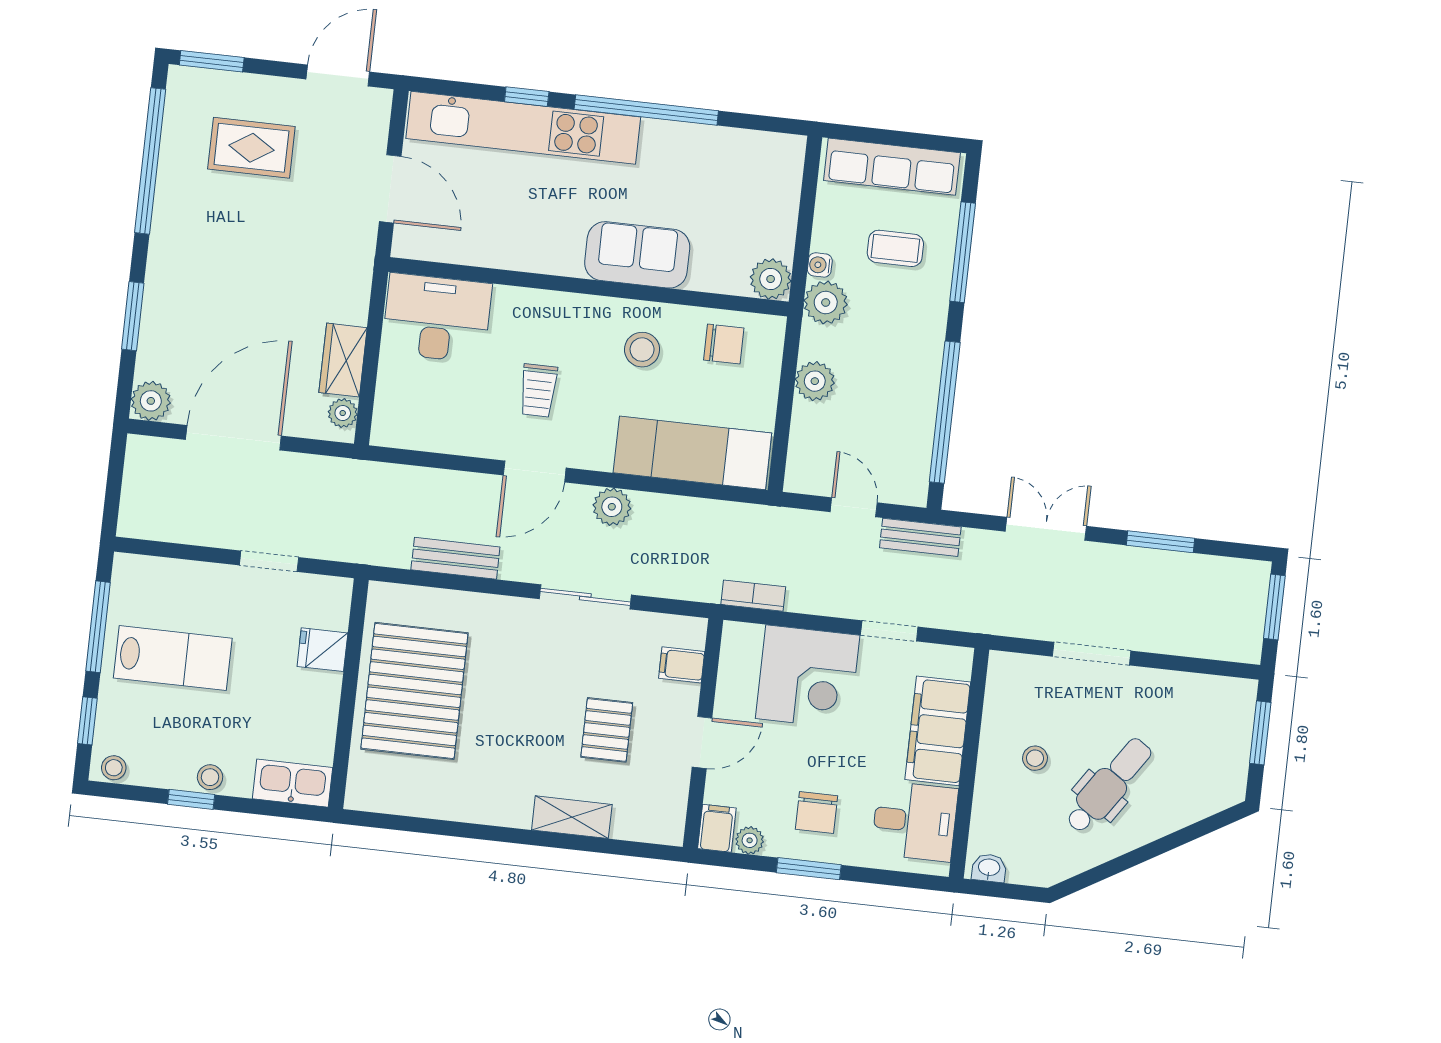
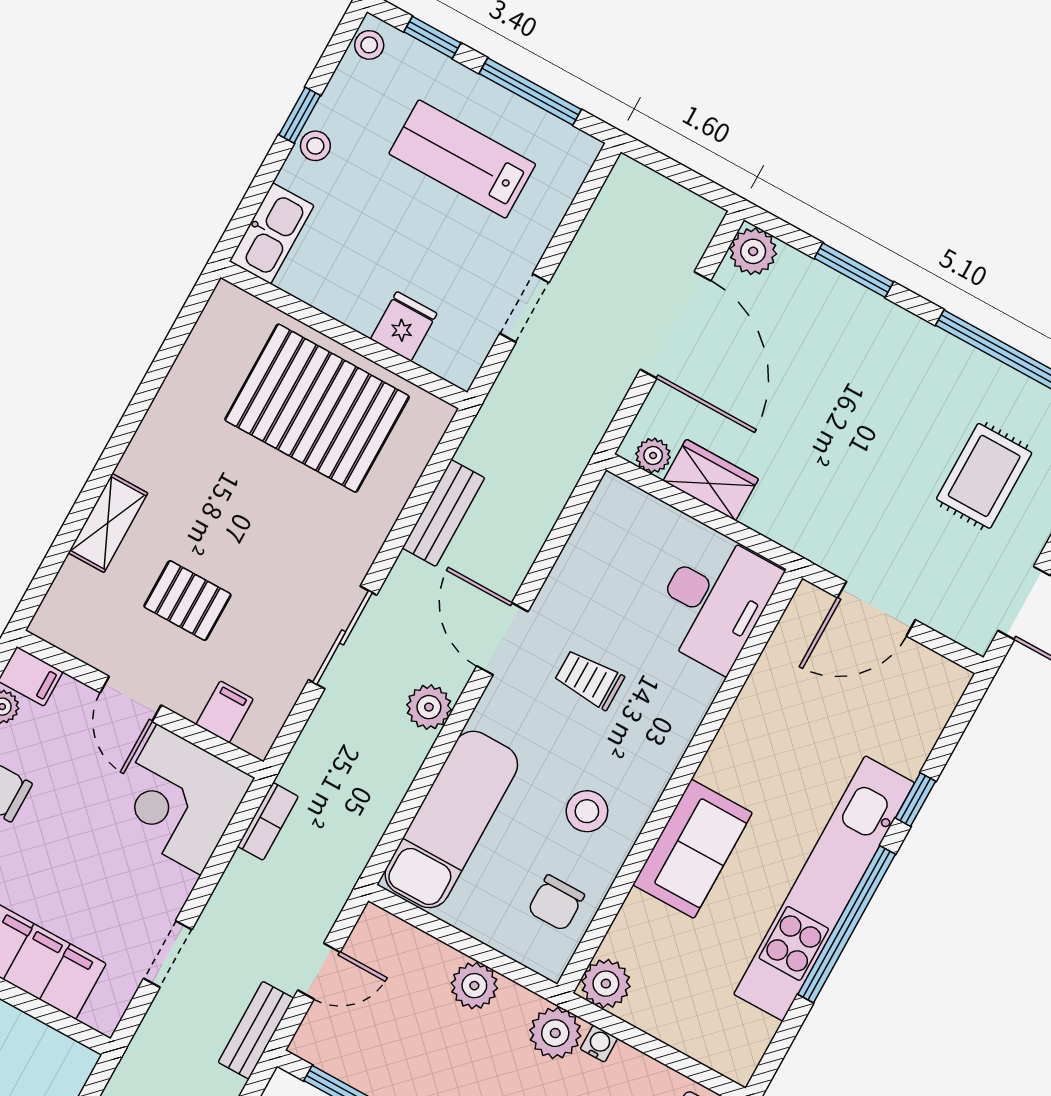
kitchen unit: (523, 128) -> (824, 888), moved
lab bench: (173, 658) -> (462, 159), turned 90
corner desk: (808, 677) -> (179, 800), moved

